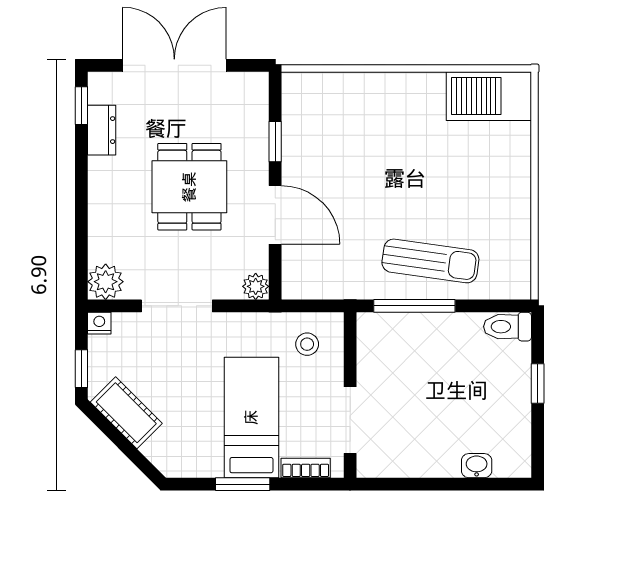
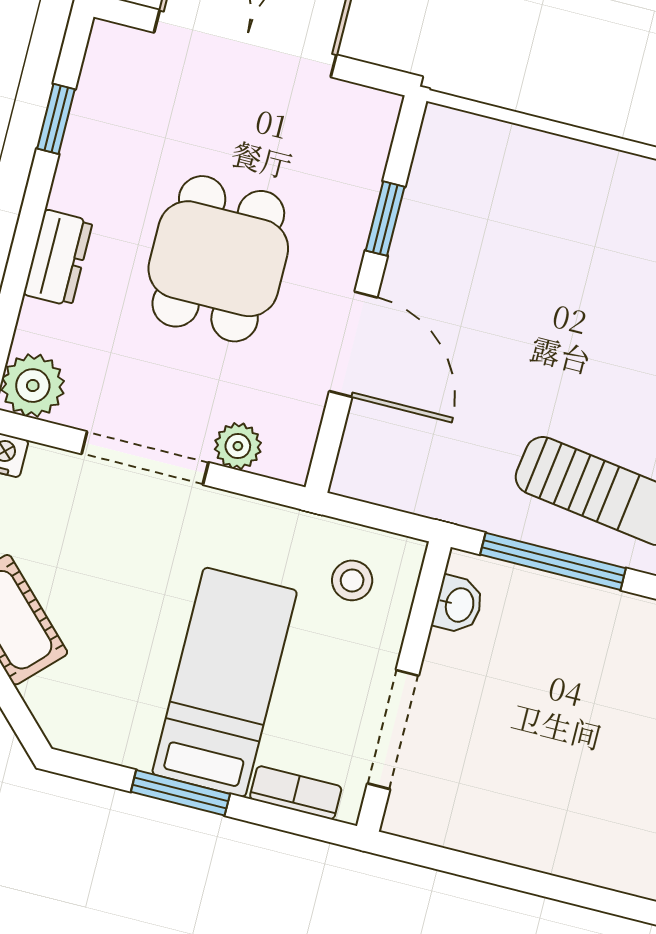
window: (81, 106) -> (56, 119), moved
dresser: (102, 130) -> (58, 258), moved
plant: (256, 286) -> (238, 446), moved
washbasin: (477, 466) -> (458, 605), moved, turned 90

